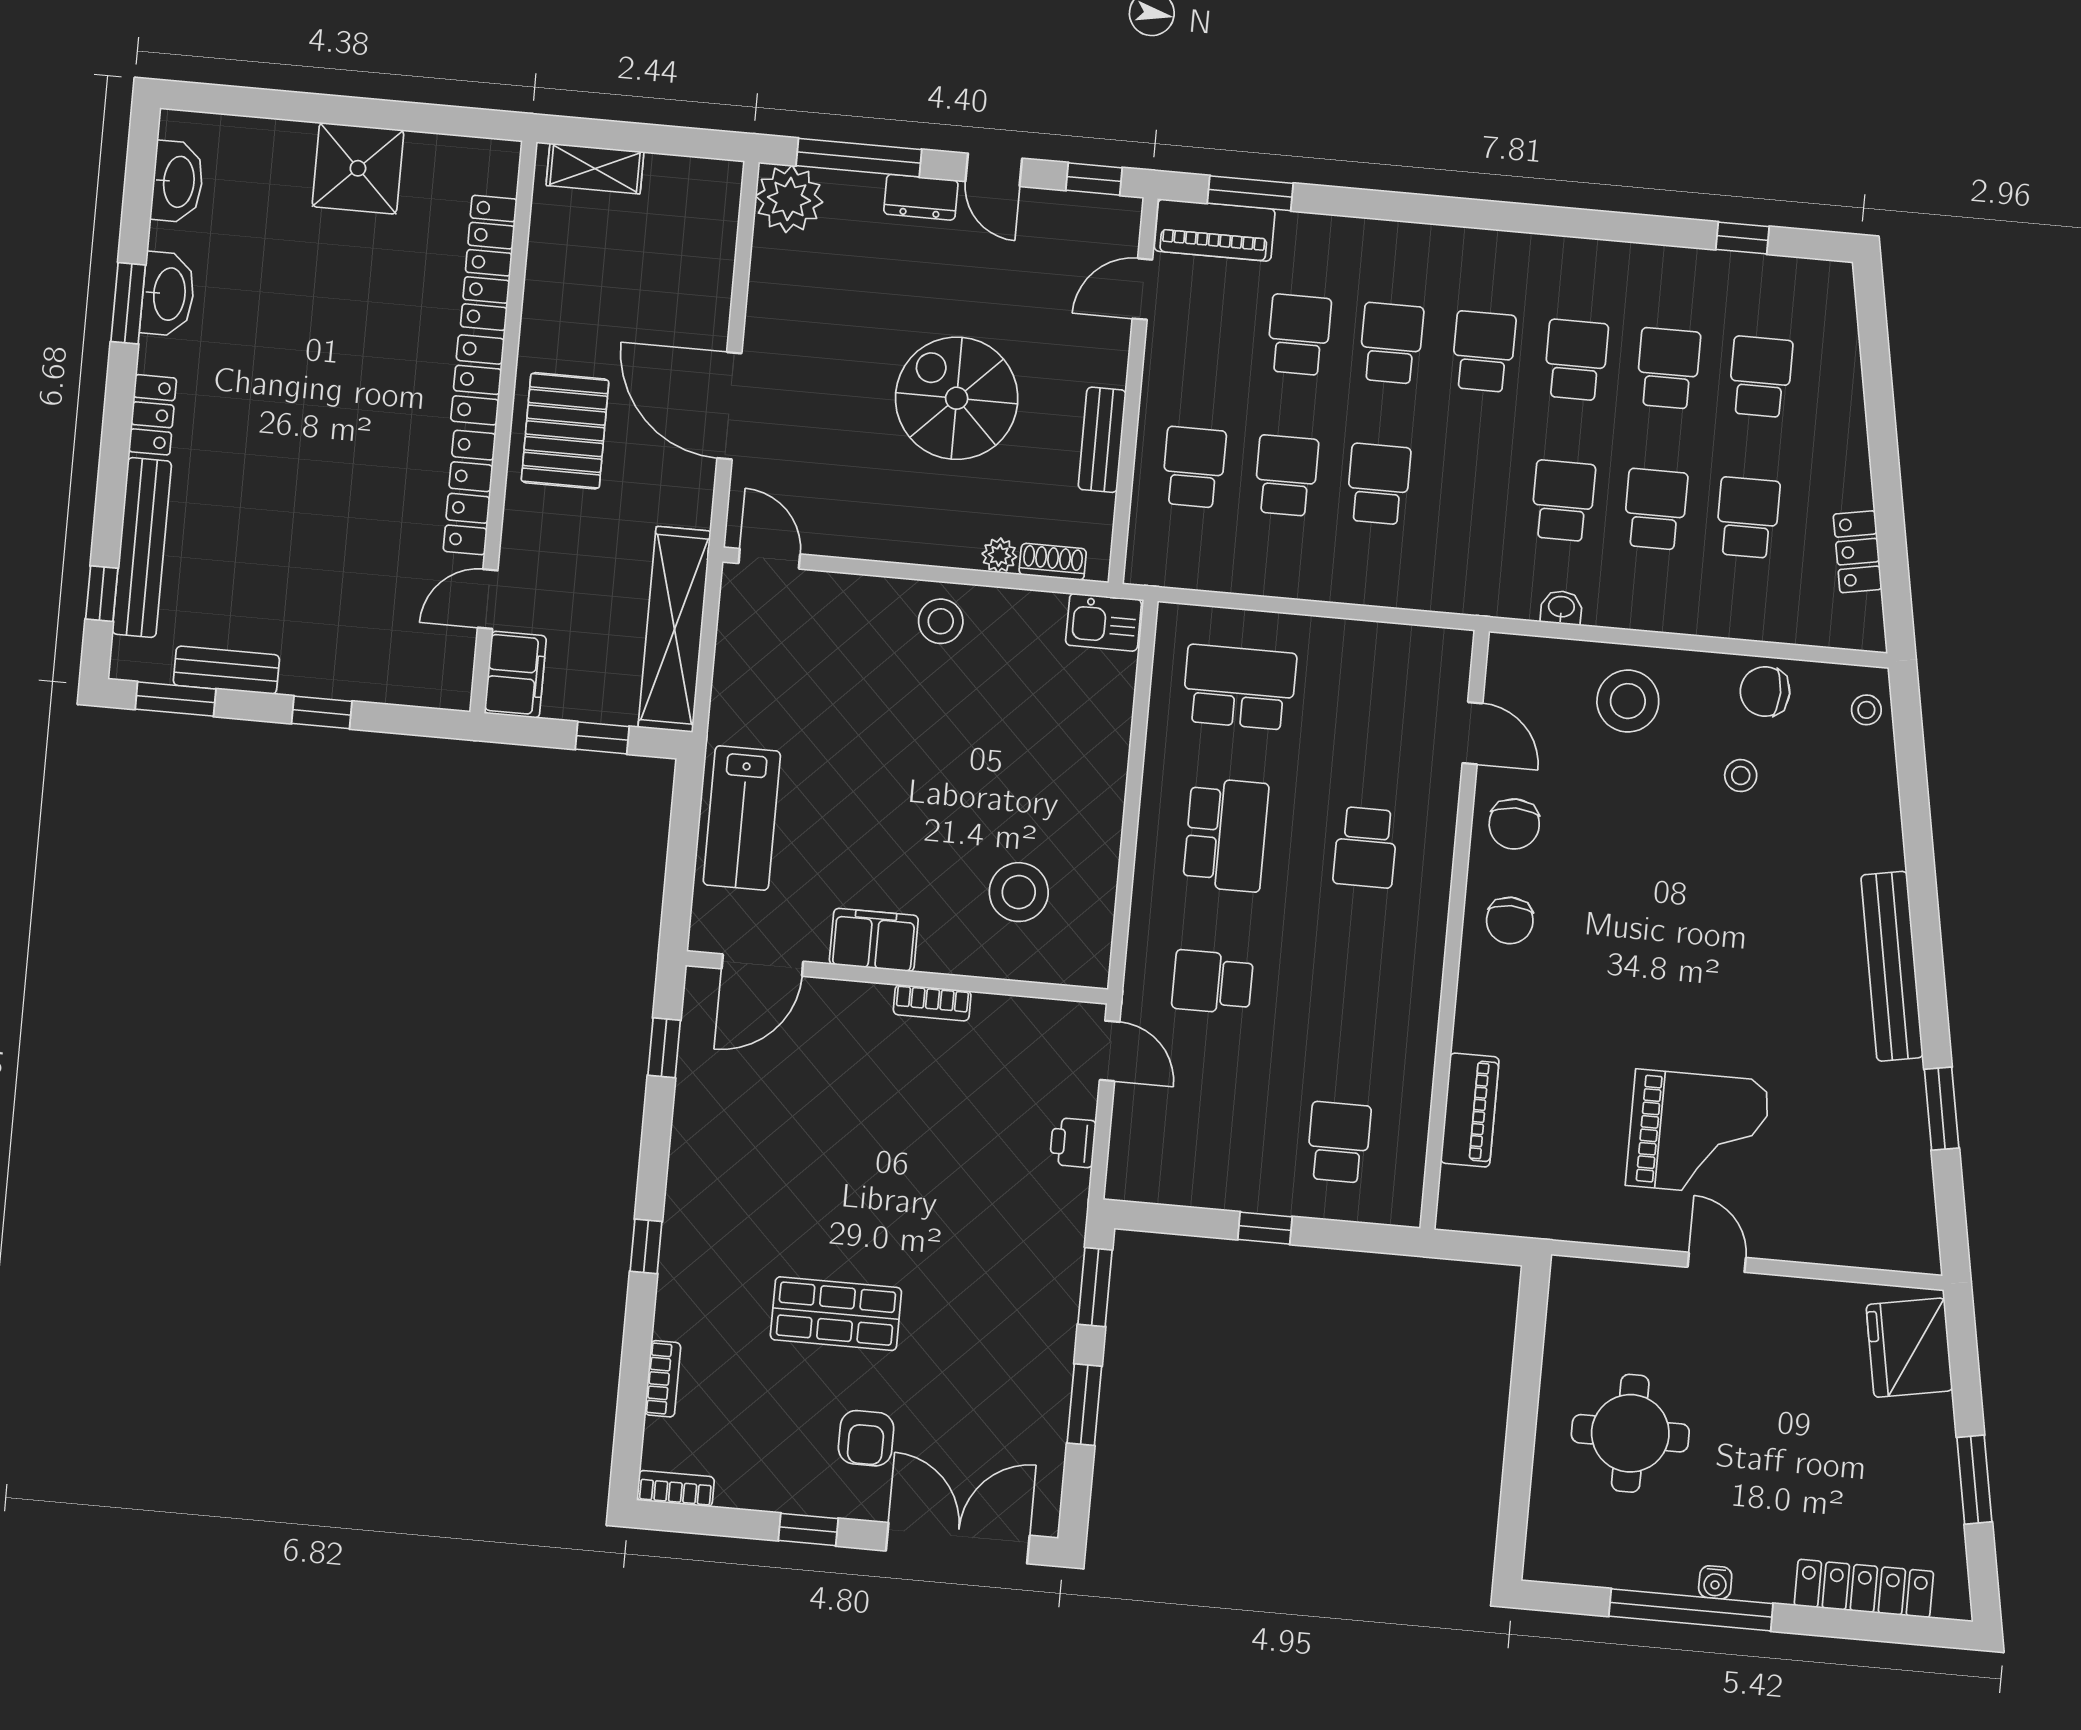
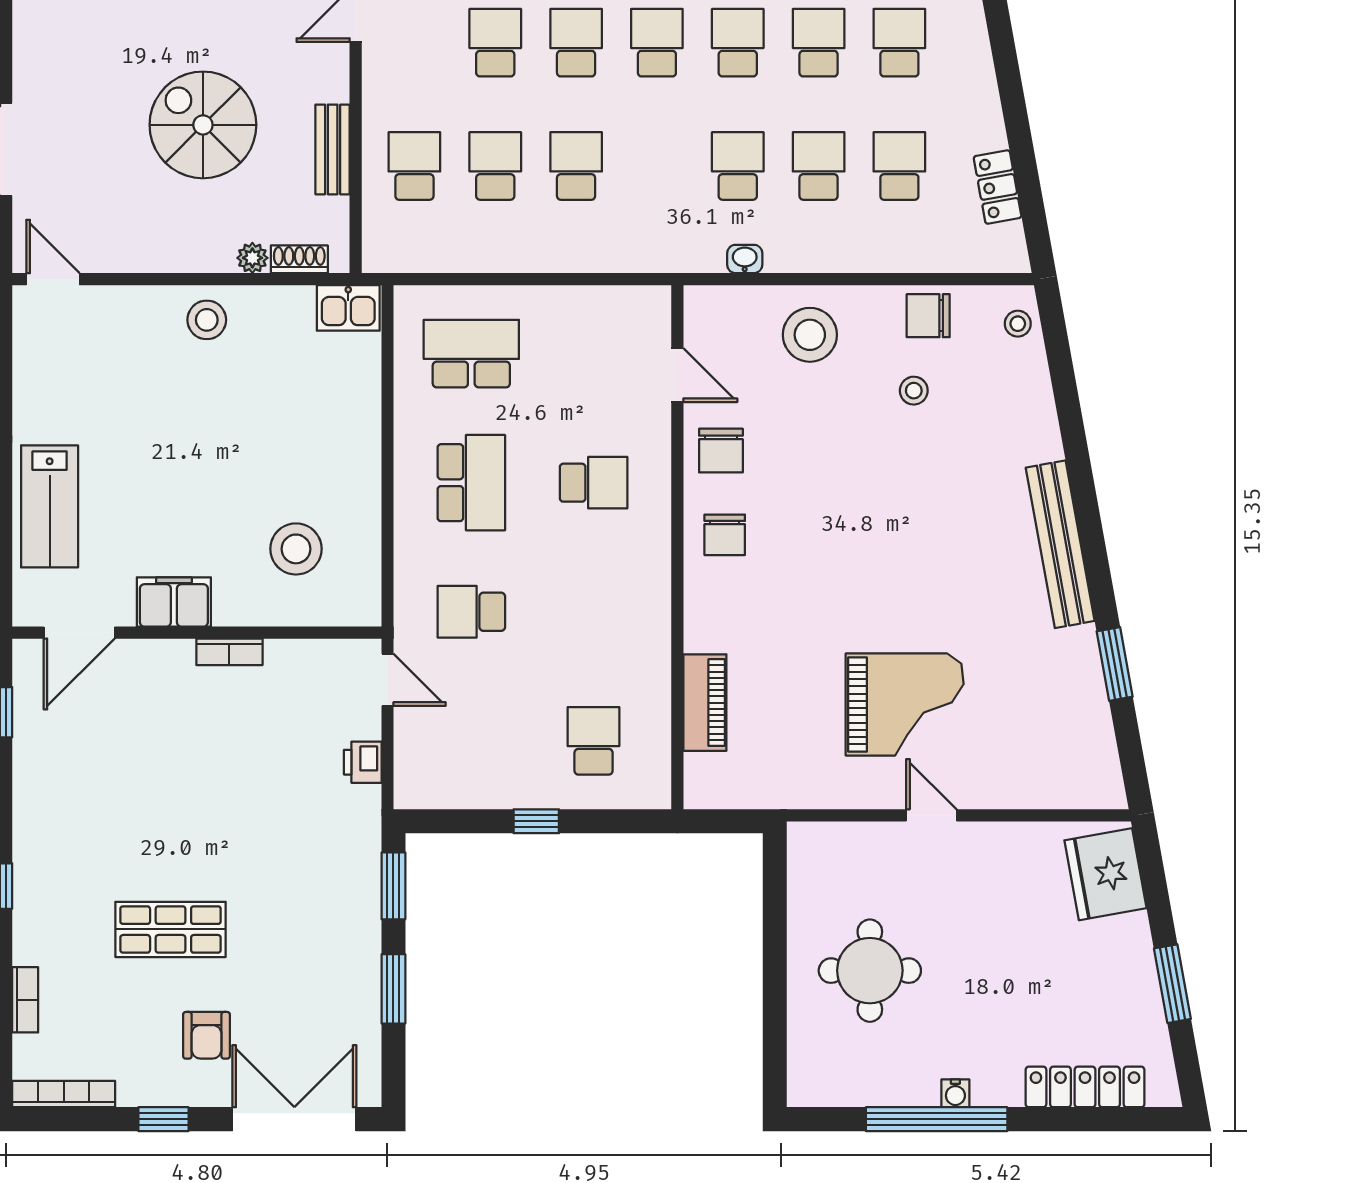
school desk: (1365, 847) -> (594, 483), turned -90
bookcase: (676, 1489) -> (64, 1094), width x1.56

